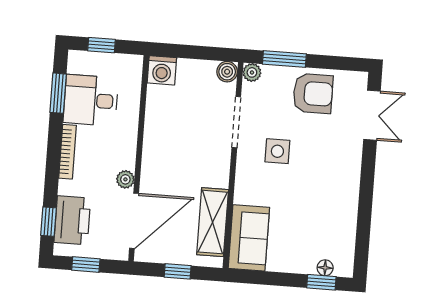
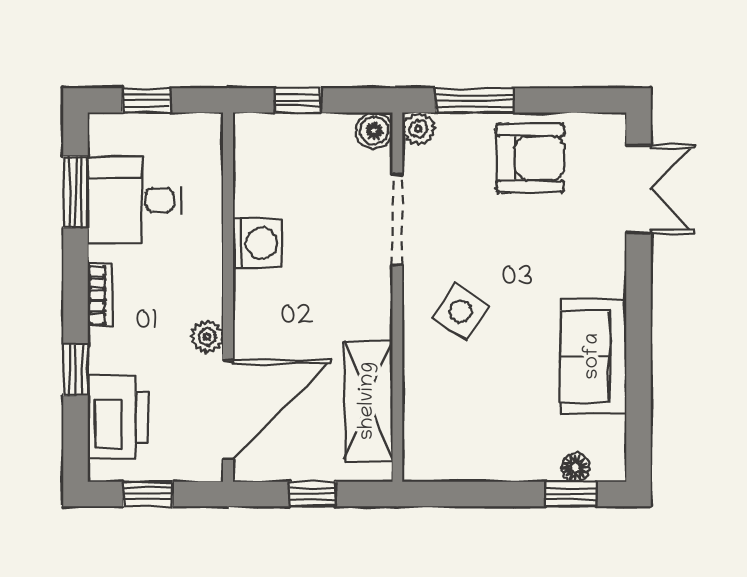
window: (186, 52) -> (298, 100), added
washing machine: (162, 70) -> (257, 243), moved, turned -90
side table: (277, 151) -> (460, 311), moved, turned 33
bookcase: (68, 152) -> (100, 295), width x0.64
window: (49, 222) -> (76, 370), moved
sofa: (249, 238) -> (593, 356), moved, turned 180

